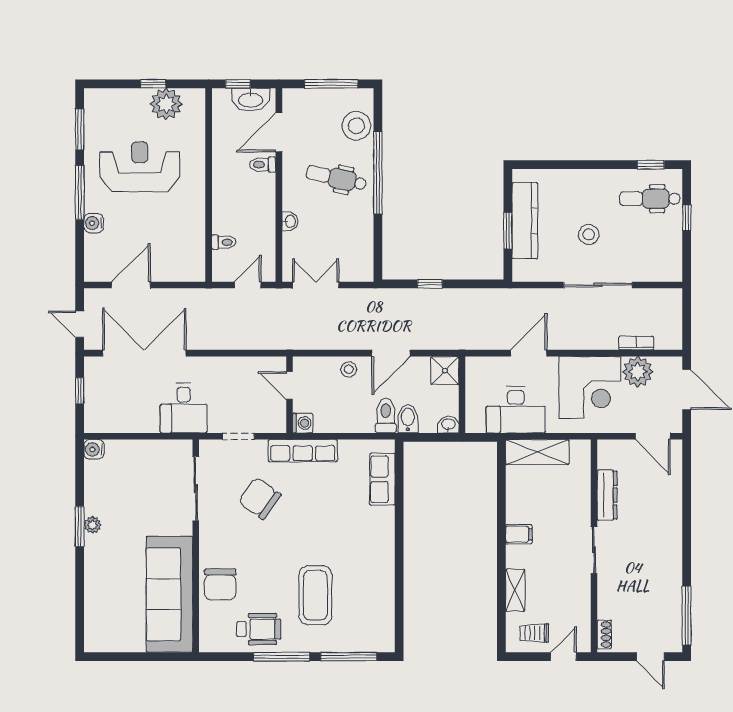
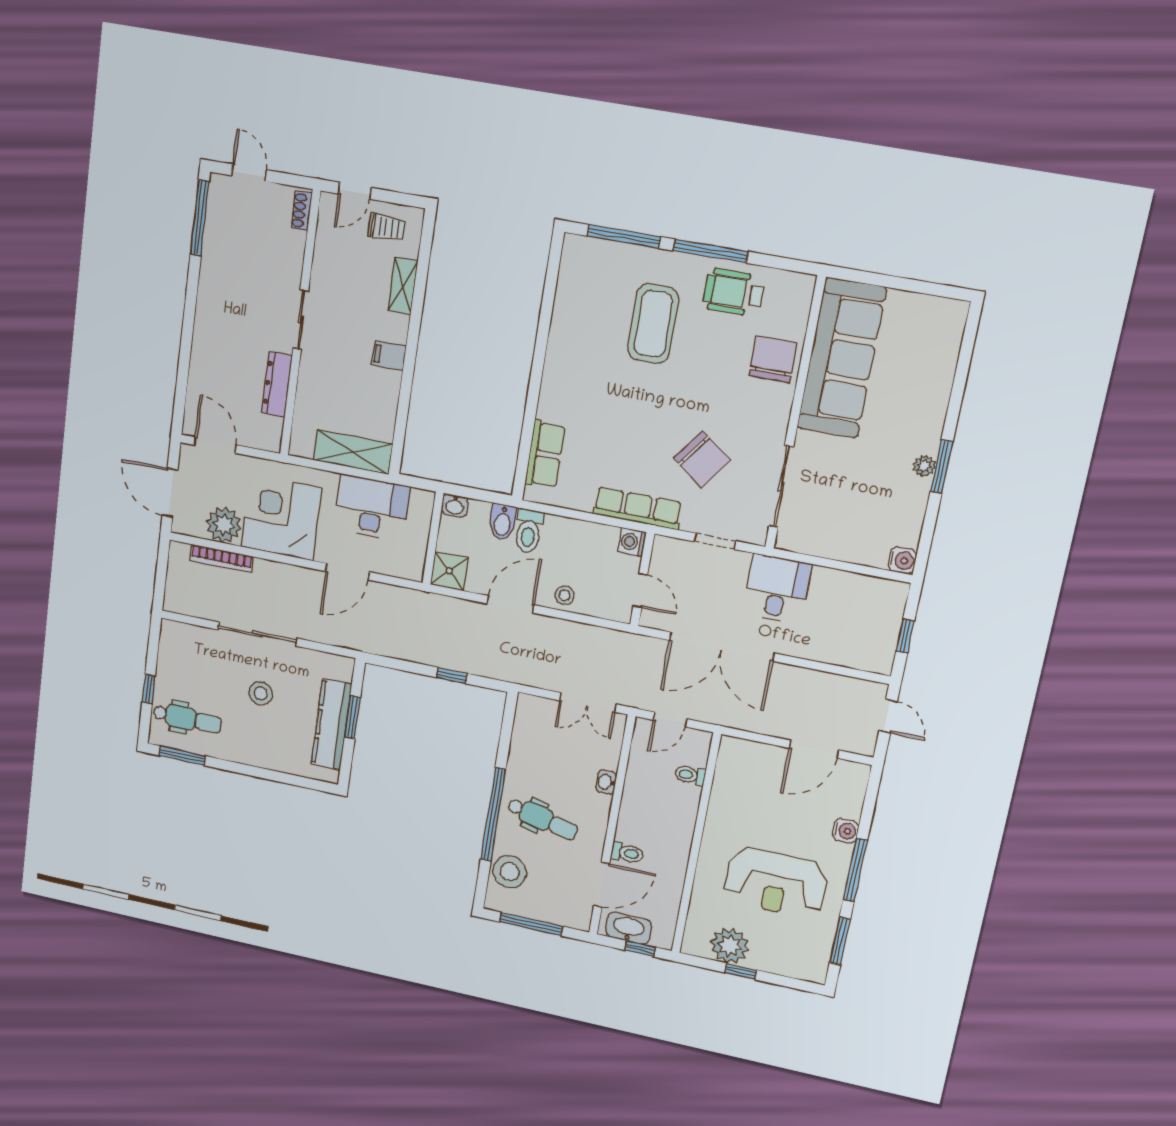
window: (651, 165) -> (182, 756), width x1.50
bookcase: (636, 343) -> (222, 558), width x1.56
double door: (144, 353) -> (722, 647), moved

